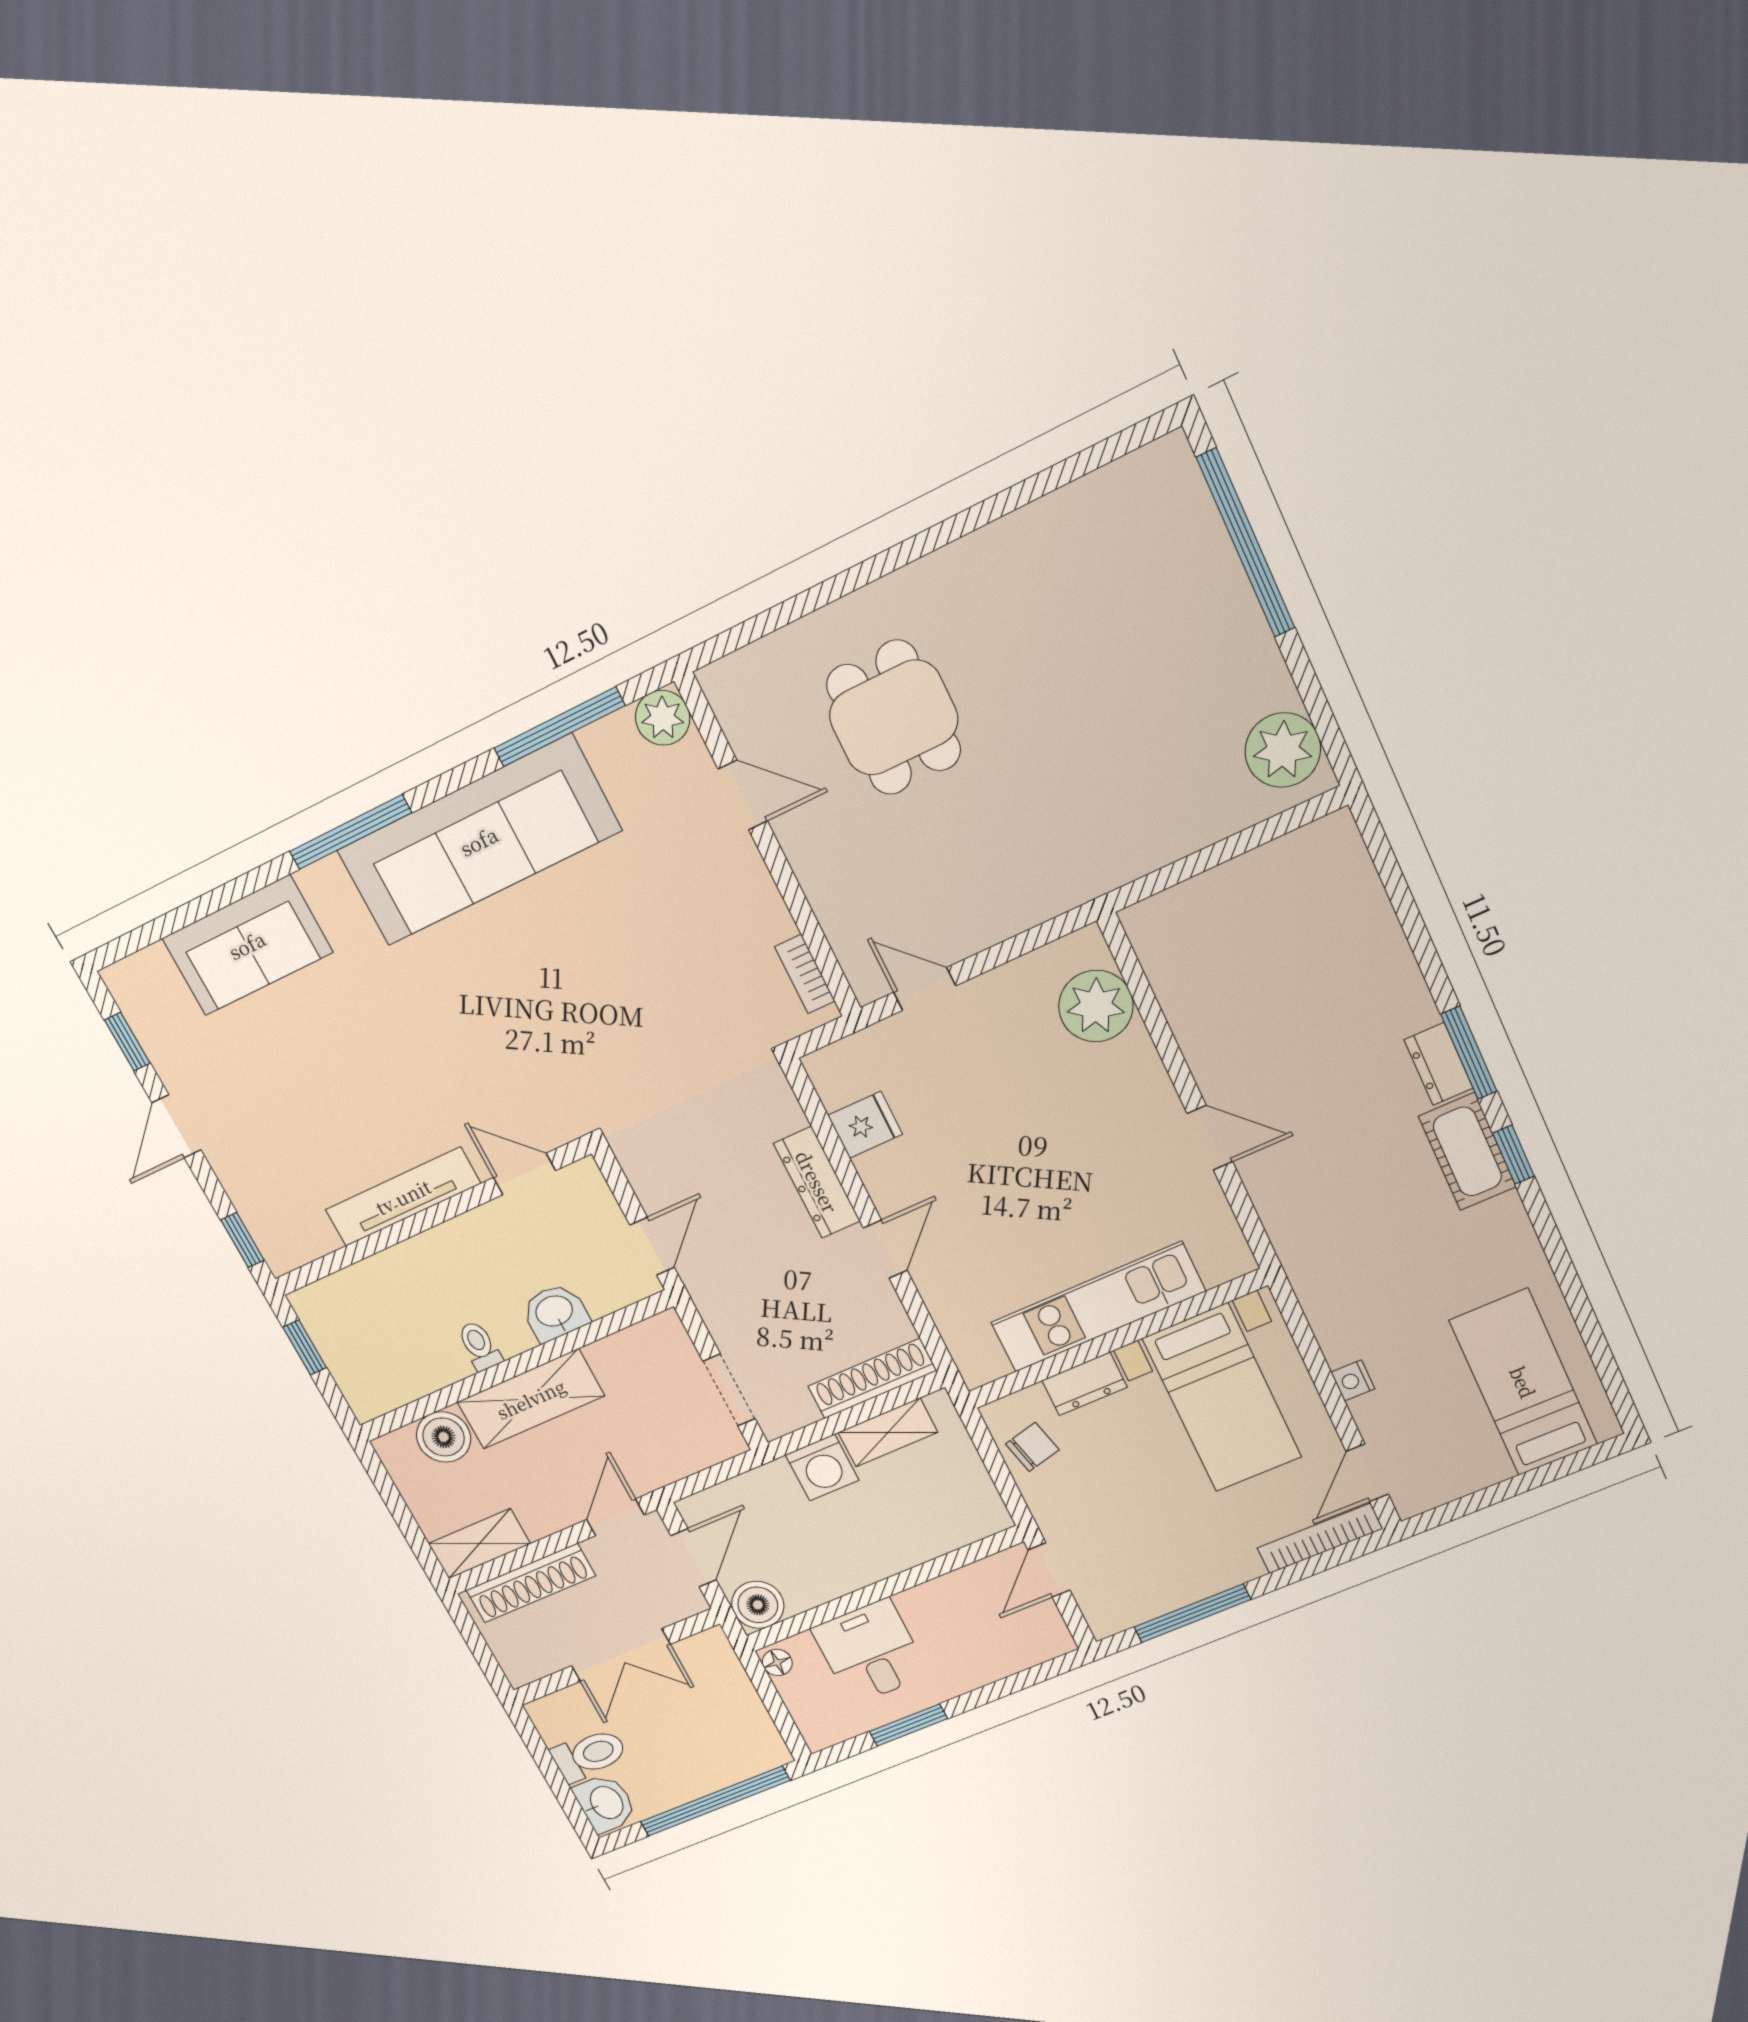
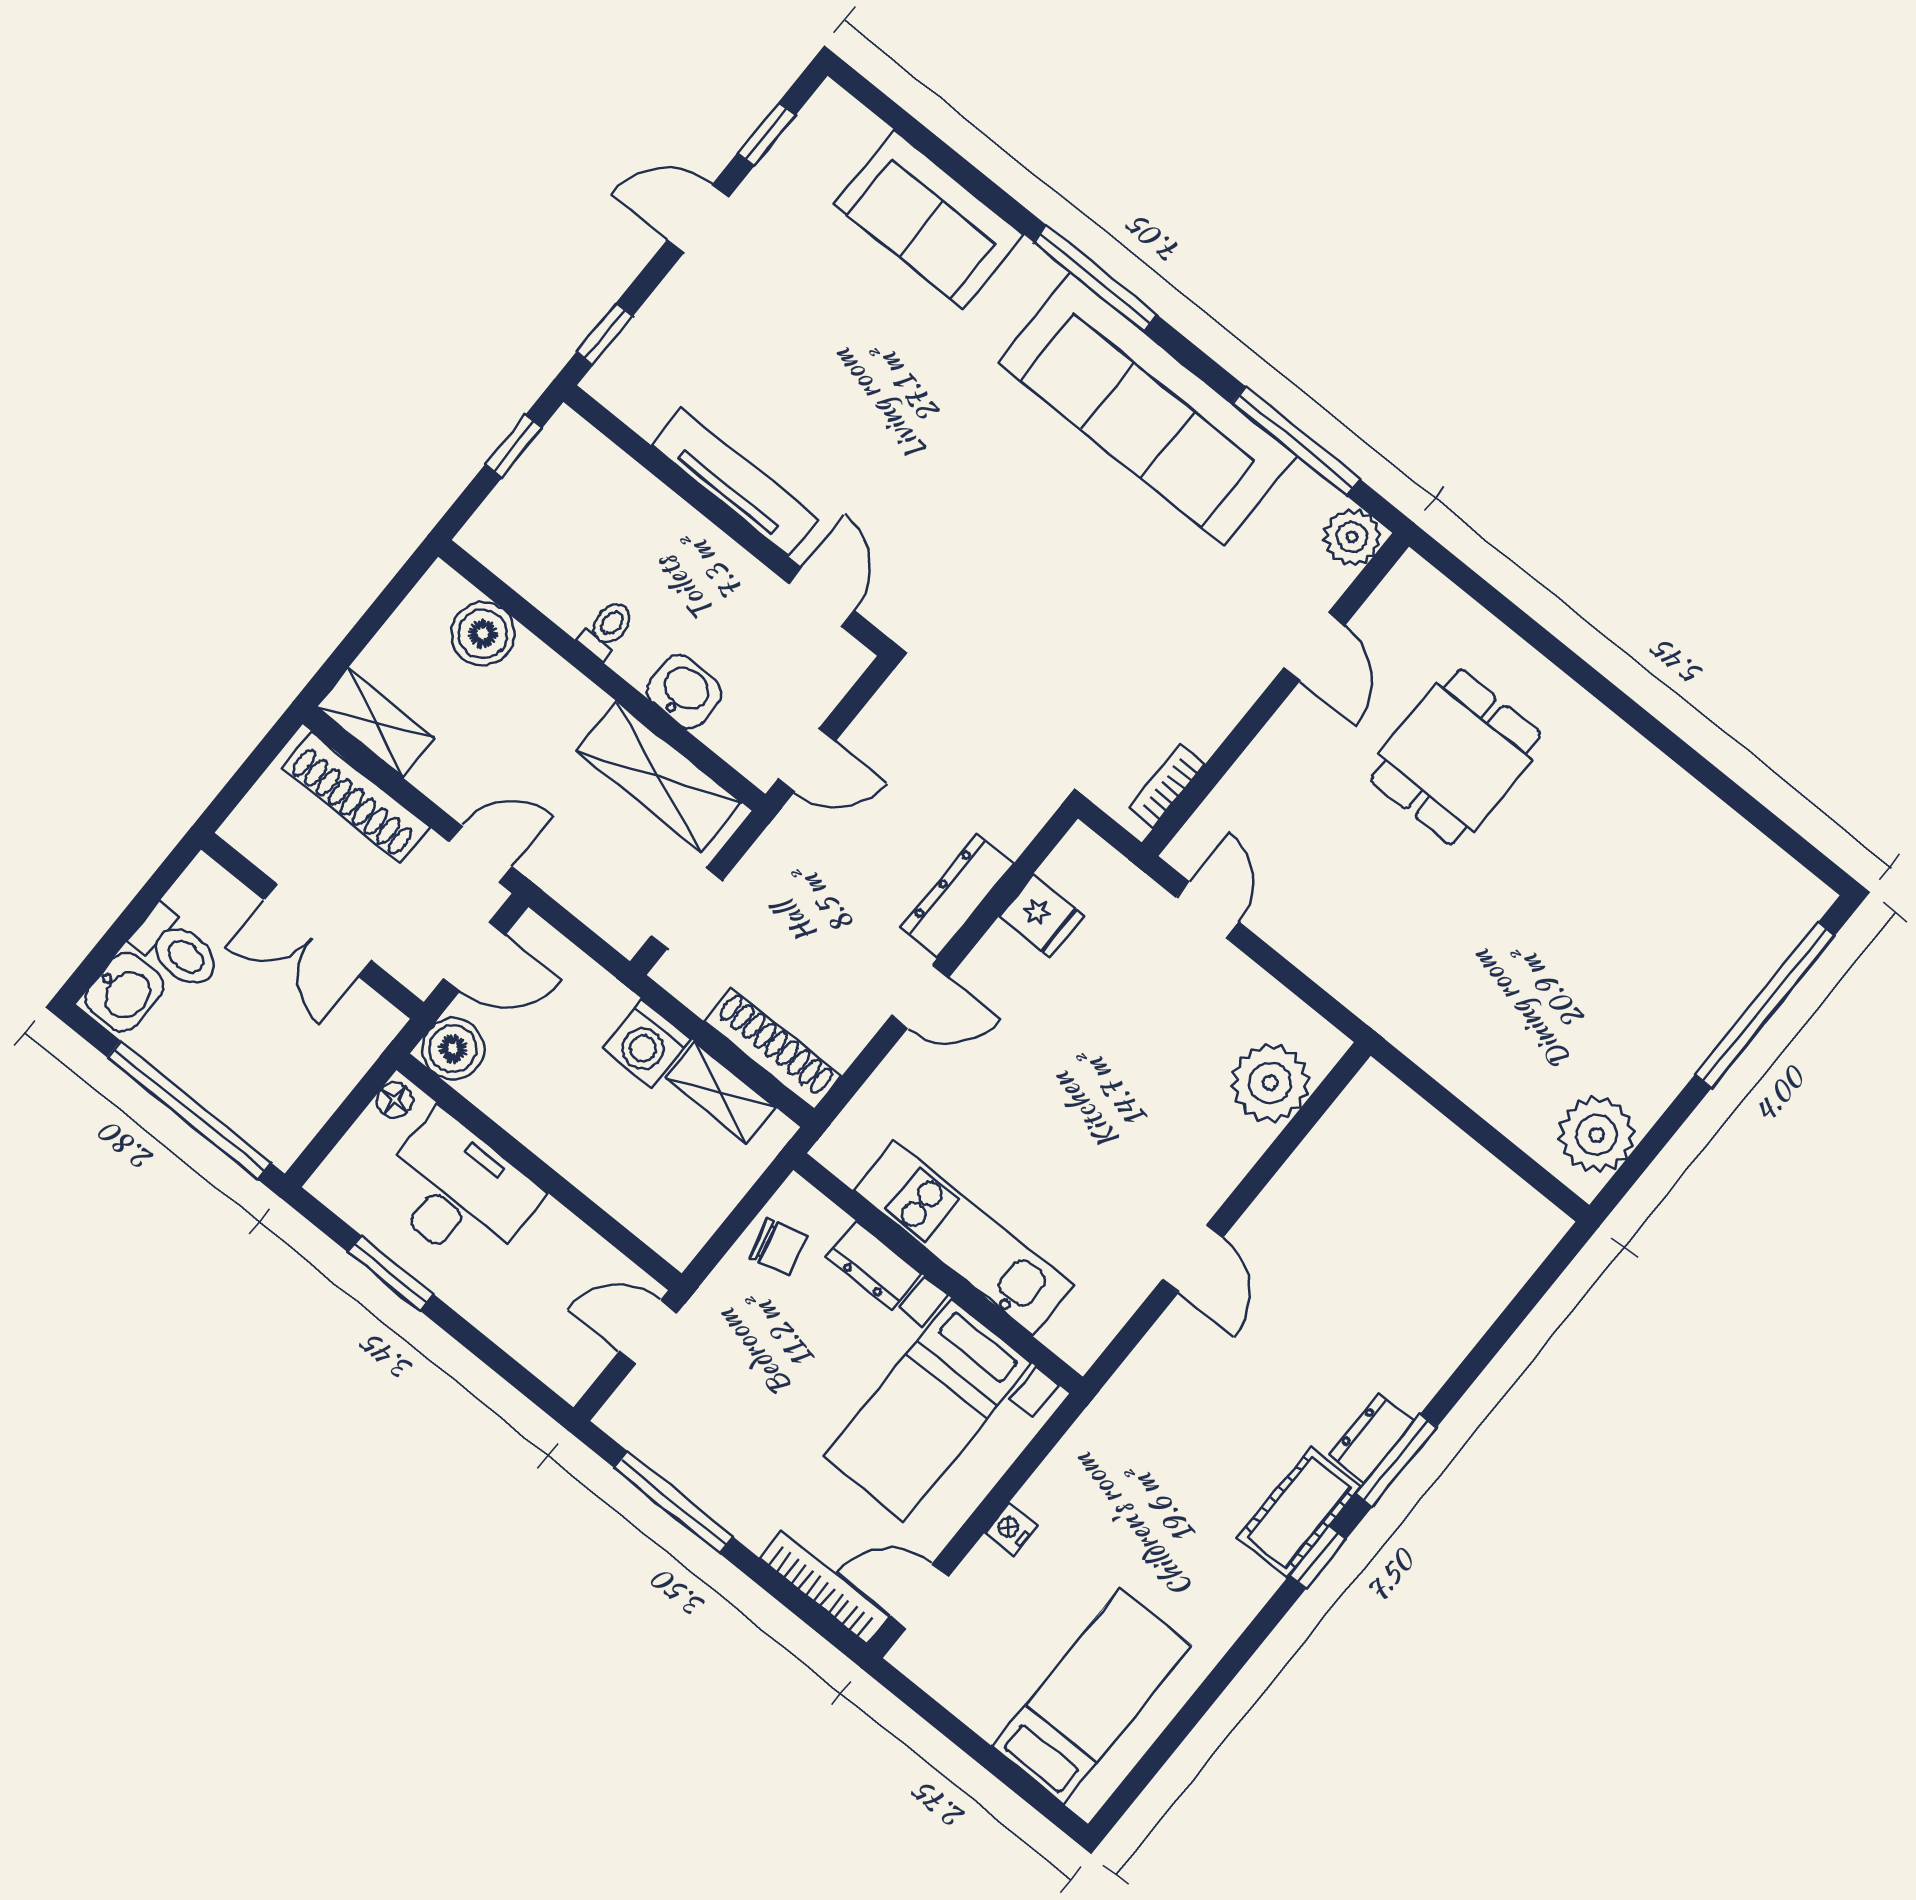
shelving: (531, 1399) -> (659, 777), moved
desk: (870, 1652) -> (458, 1192), width x1.37

